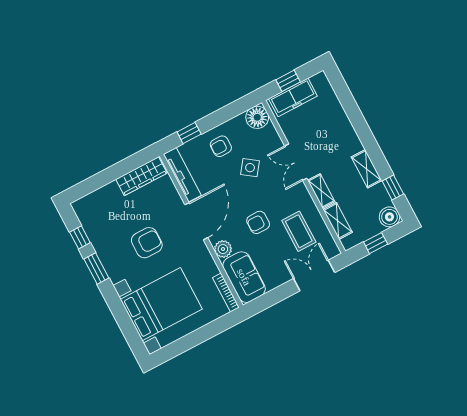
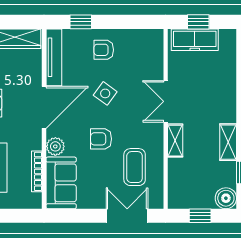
floor lamp: (257, 117) -> (152, 41), removed
side table: (250, 168) -> (105, 93), moved
shelving: (338, 221) -> (176, 176), removed
bookcase: (226, 293) -> (37, 171), moved

